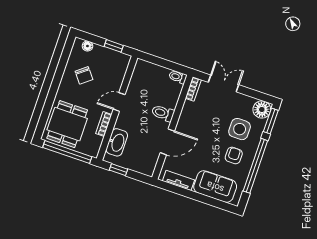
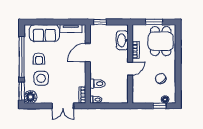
window: (114, 46) -> (159, 106), moved
toilet: (163, 113) -> (97, 84), moved
window: (67, 152) -> (154, 22), width x0.47
window: (118, 170) -> (100, 22), moved

